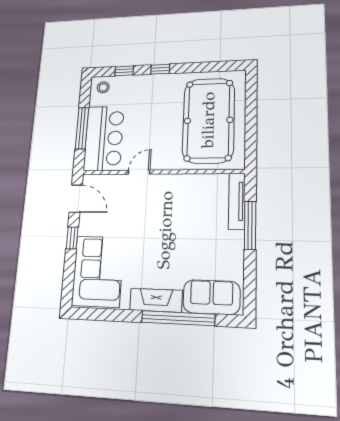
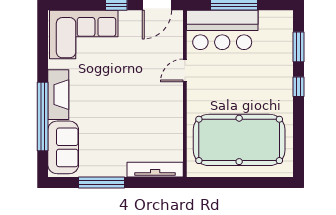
window: (124, 71) -> (299, 47), width x1.50
stool: (103, 87) -> (280, 25), removed
door: (139, 172) -> (185, 70), swing flipped
window: (250, 225) -> (101, 183), moved

